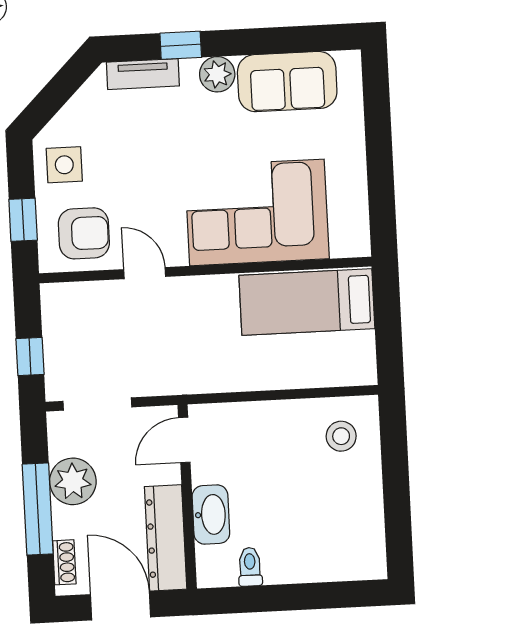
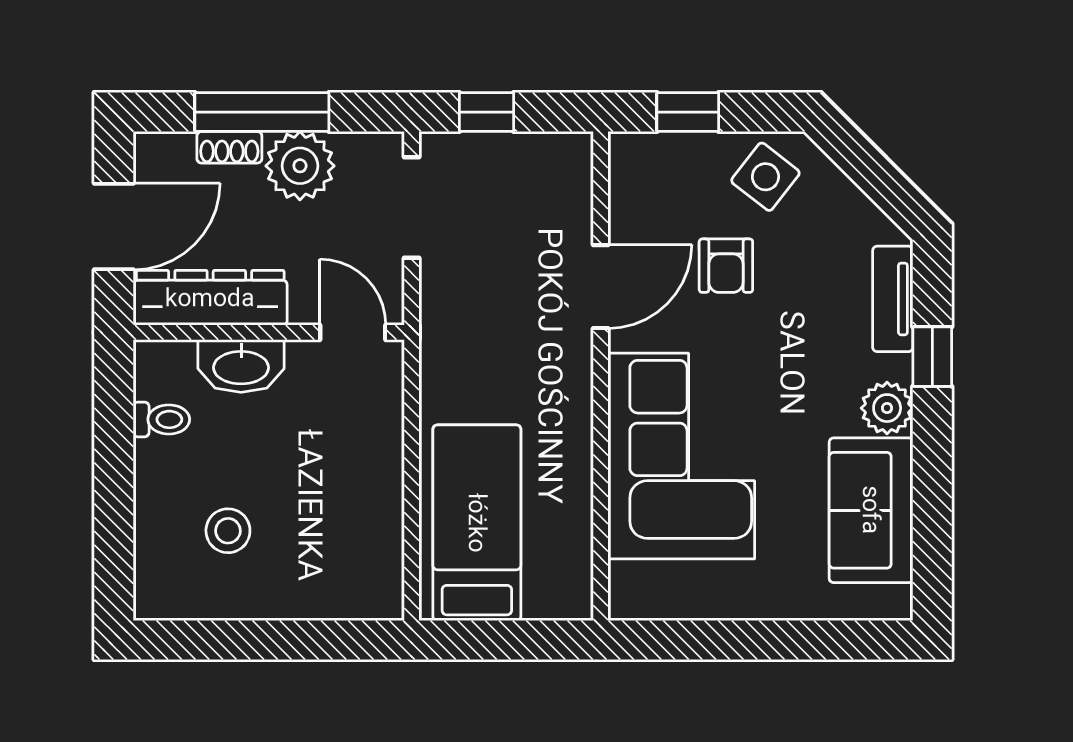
side table: (64, 165) -> (765, 177), turned 38
armchair: (84, 233) -> (726, 266), moved, width x0.72, depth x0.72
door: (145, 273) -> (601, 287), width x1.38
bed: (307, 302) -> (477, 523), moved
stool: (341, 436) -> (228, 531), moved
shoe rack: (64, 562) -> (229, 147), moved

